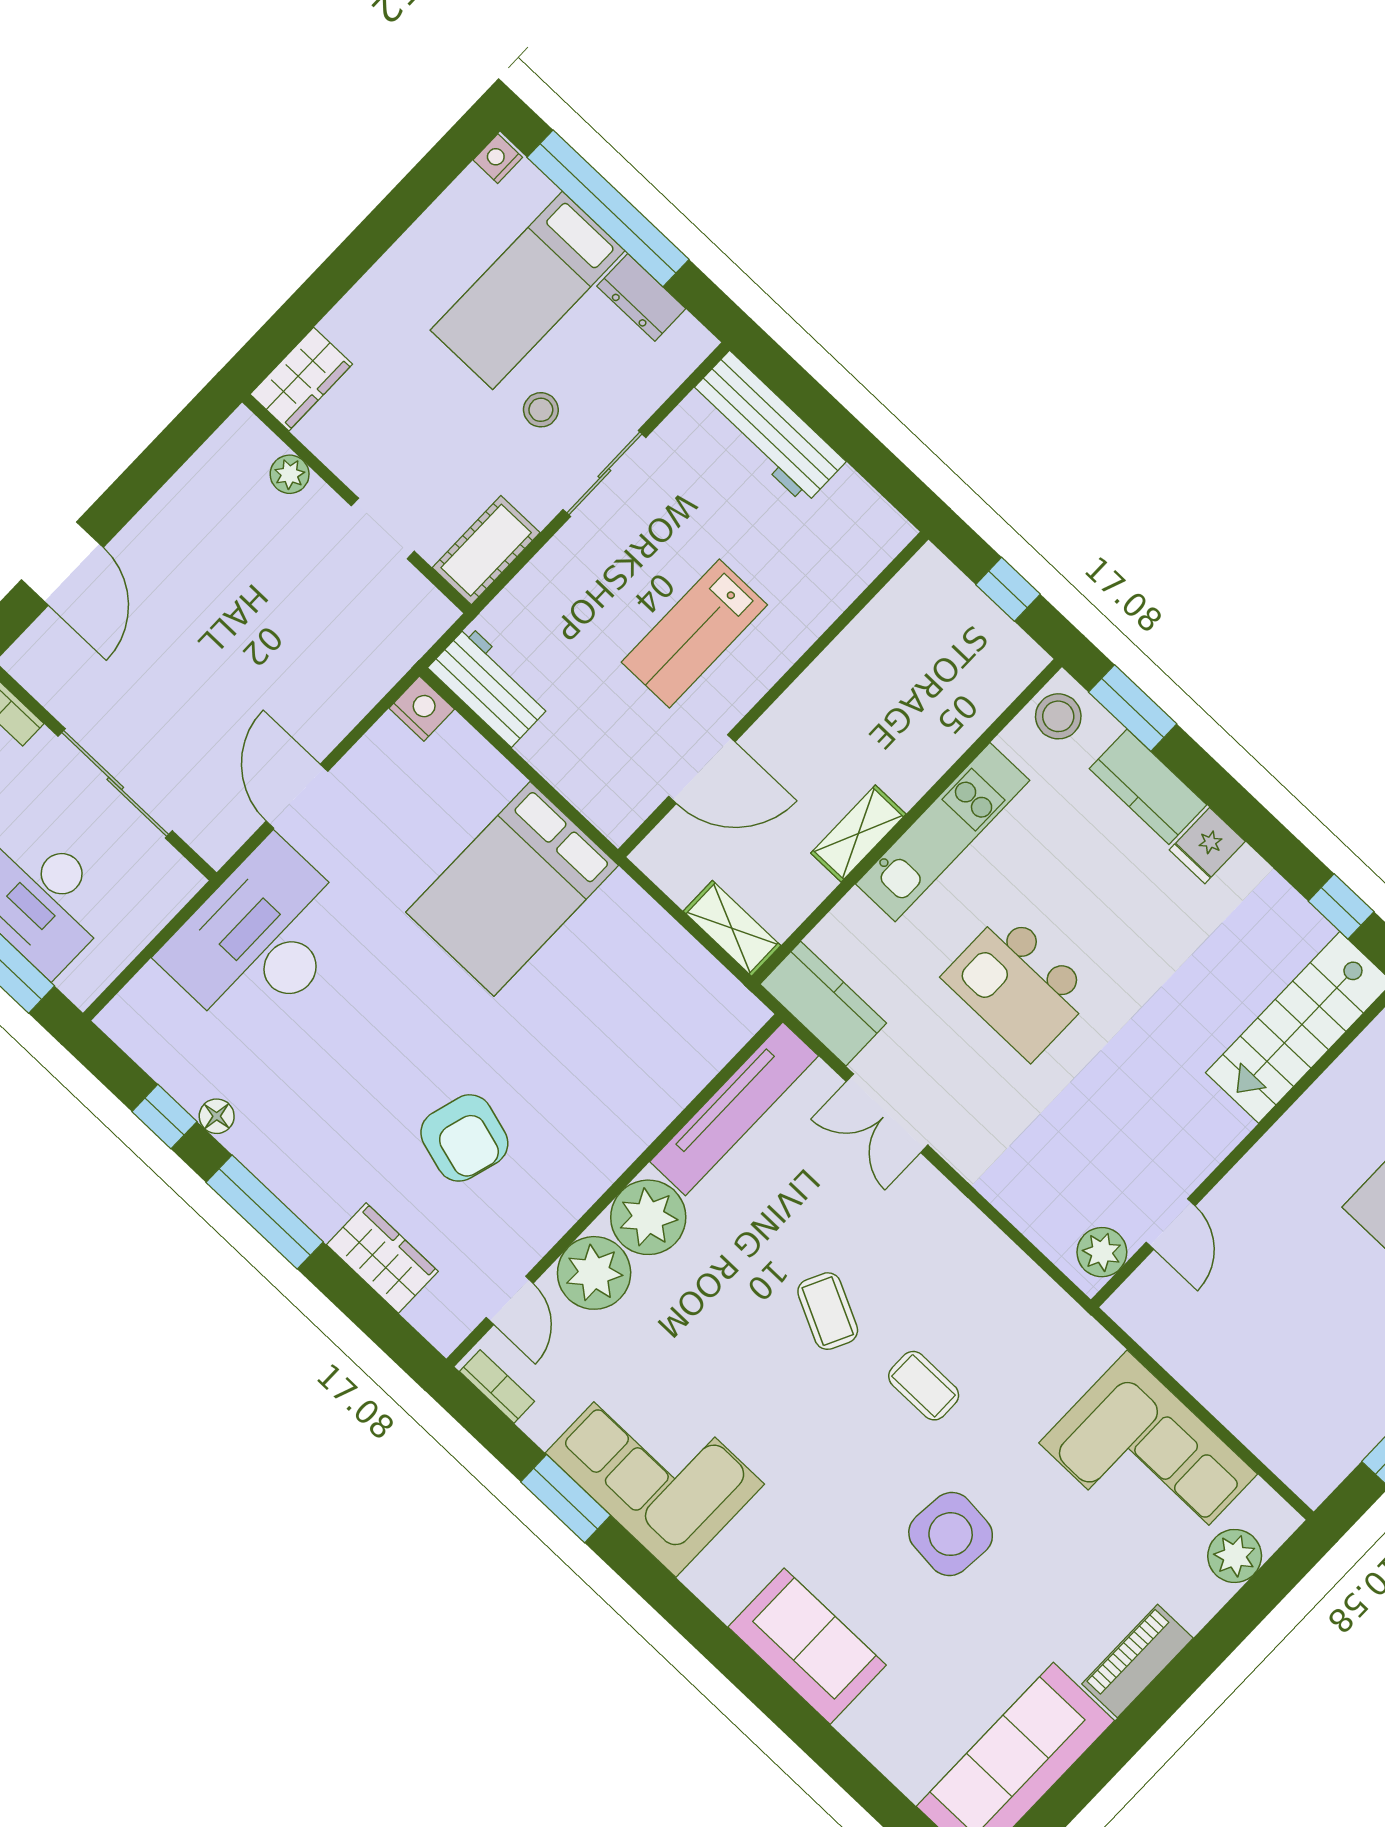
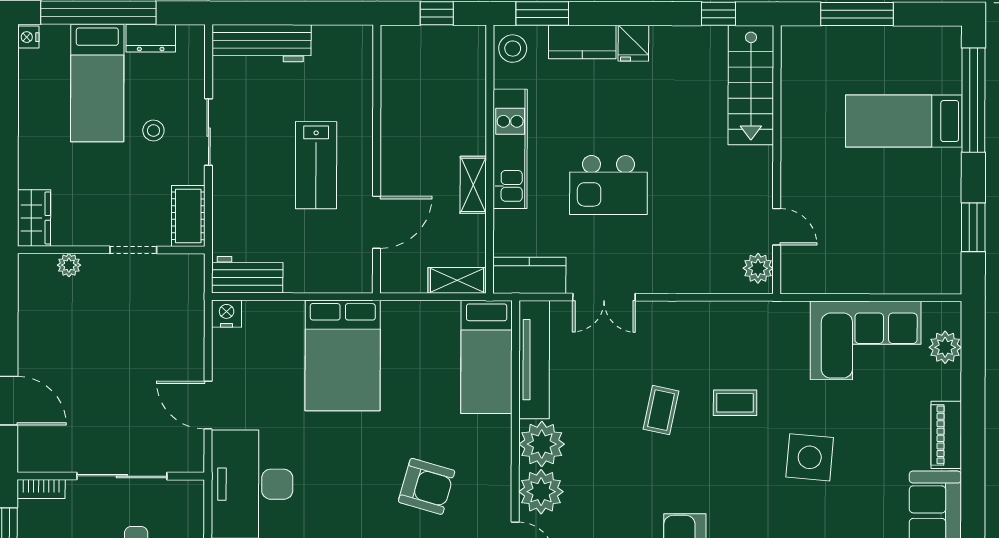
bed: (681, 1052) -> (487, 357), added
coffee table: (828, 1311) -> (661, 410), turned 76

